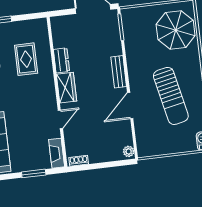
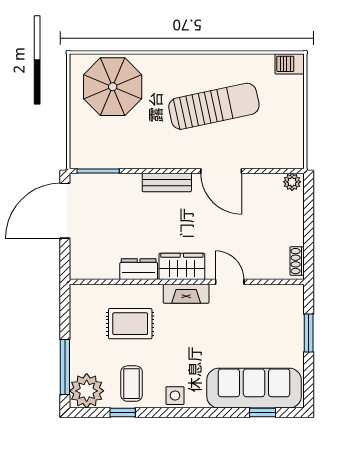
fireplace: (57, 153) -> (186, 294), moved

